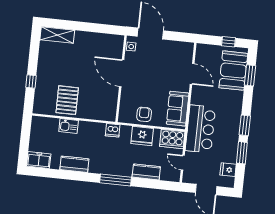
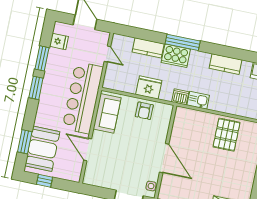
kitchen sink: (69, 126) -> (198, 100), moved
bar counter: (200, 129) -> (83, 98), width x1.36
cooker: (172, 139) -> (176, 56), moved, turned 180

